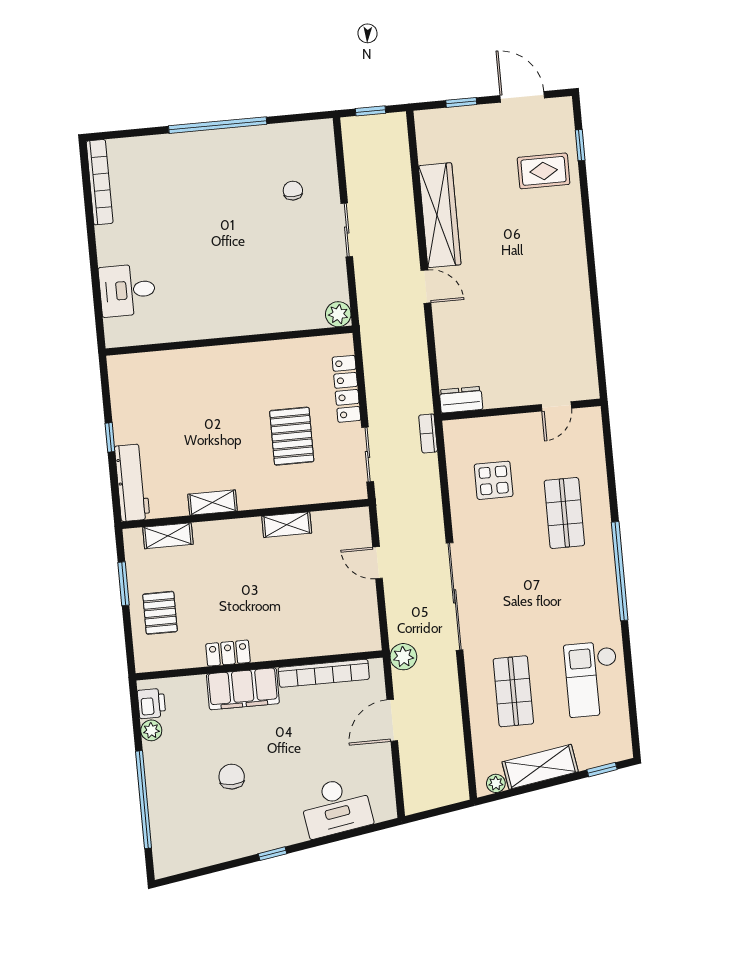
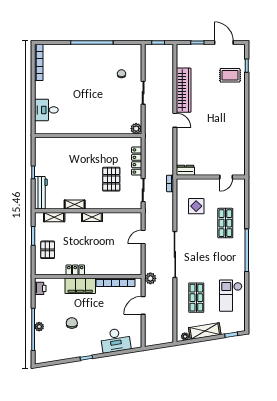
shelving: (287, 525) -> (92, 217), moved
door: (378, 563) -> (143, 237), hinge flipped
plant: (151, 730) -> (39, 327), moved

